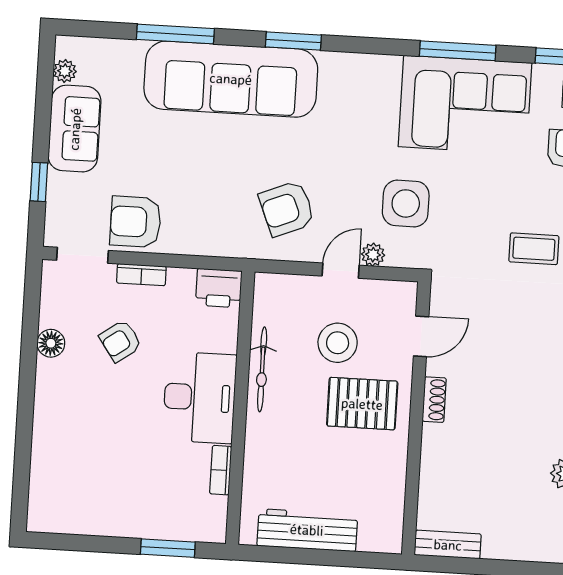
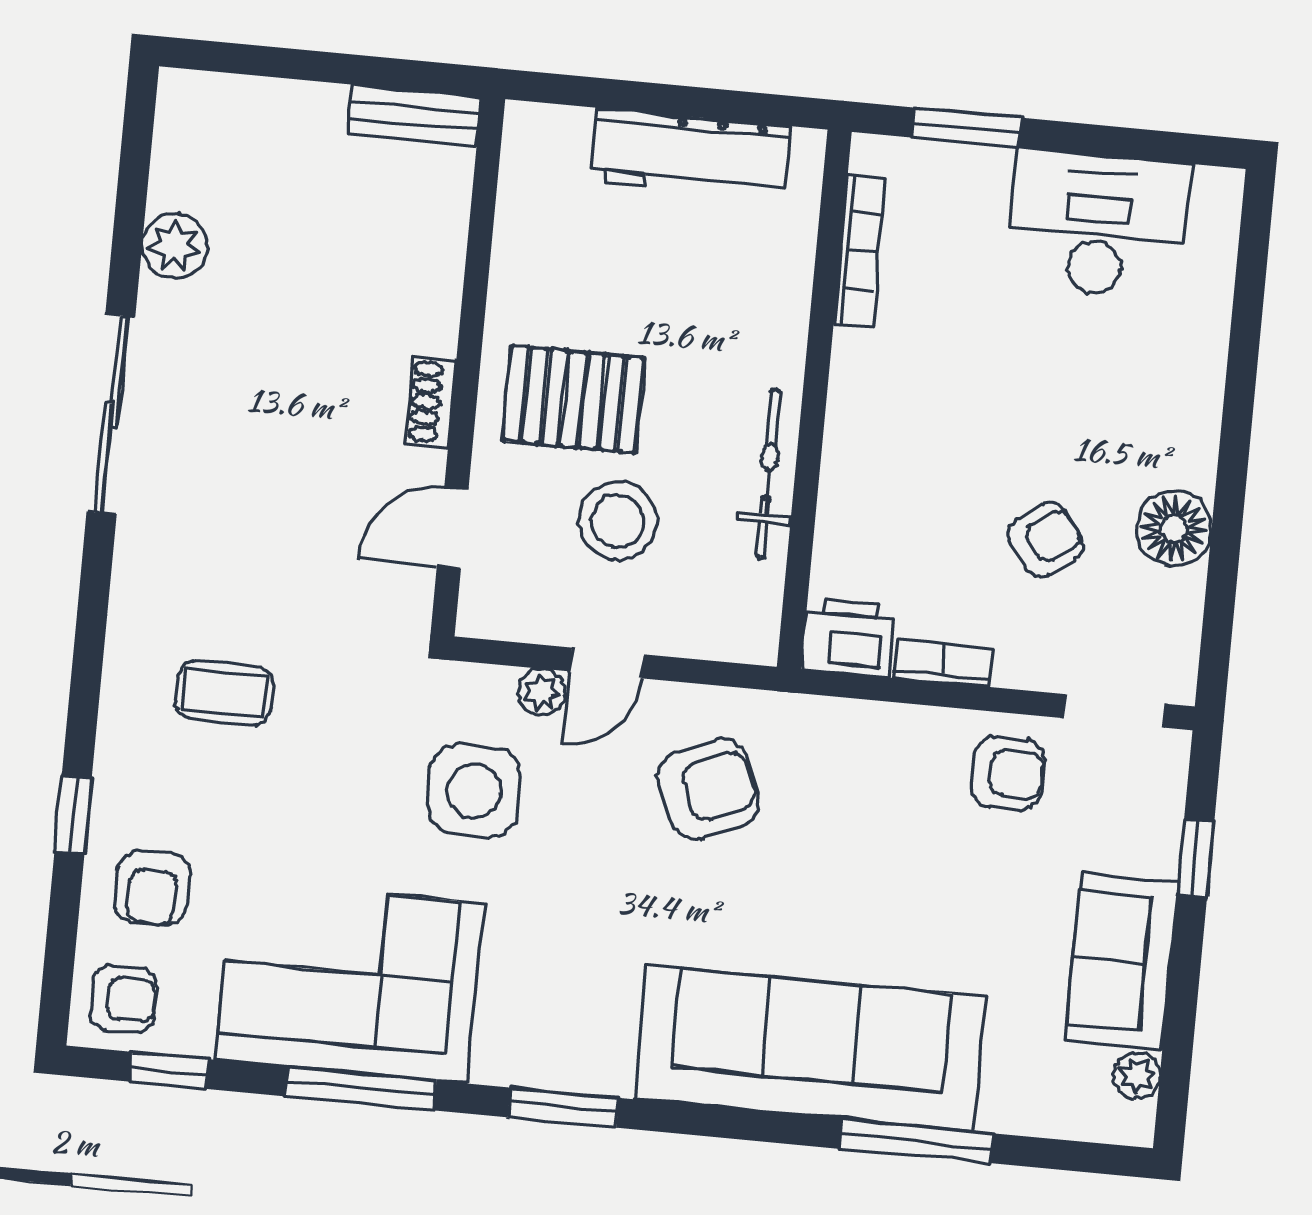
window: (293, 41) -> (563, 1108), moved
armchair: (136, 222) -> (1008, 773), width x0.72, depth x0.72
bookcase: (141, 275) -> (943, 663), moved
floor lamp: (51, 343) -> (1174, 529), width x1.38, depth x1.38
desk: (200, 397) -> (1098, 225), moved, turned 90
bookcase: (221, 470) -> (860, 251), width x1.56

